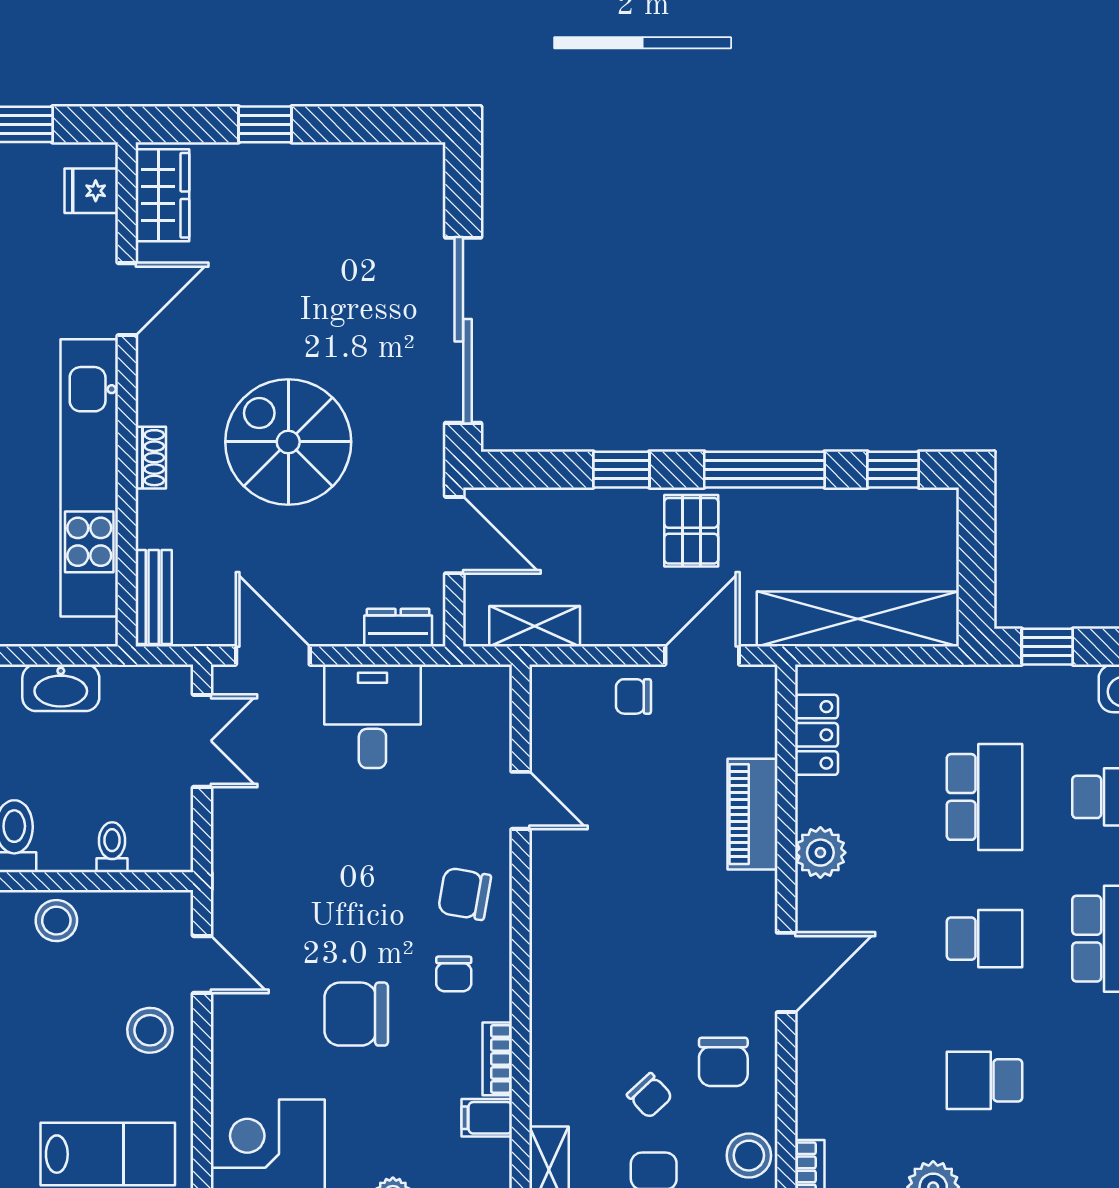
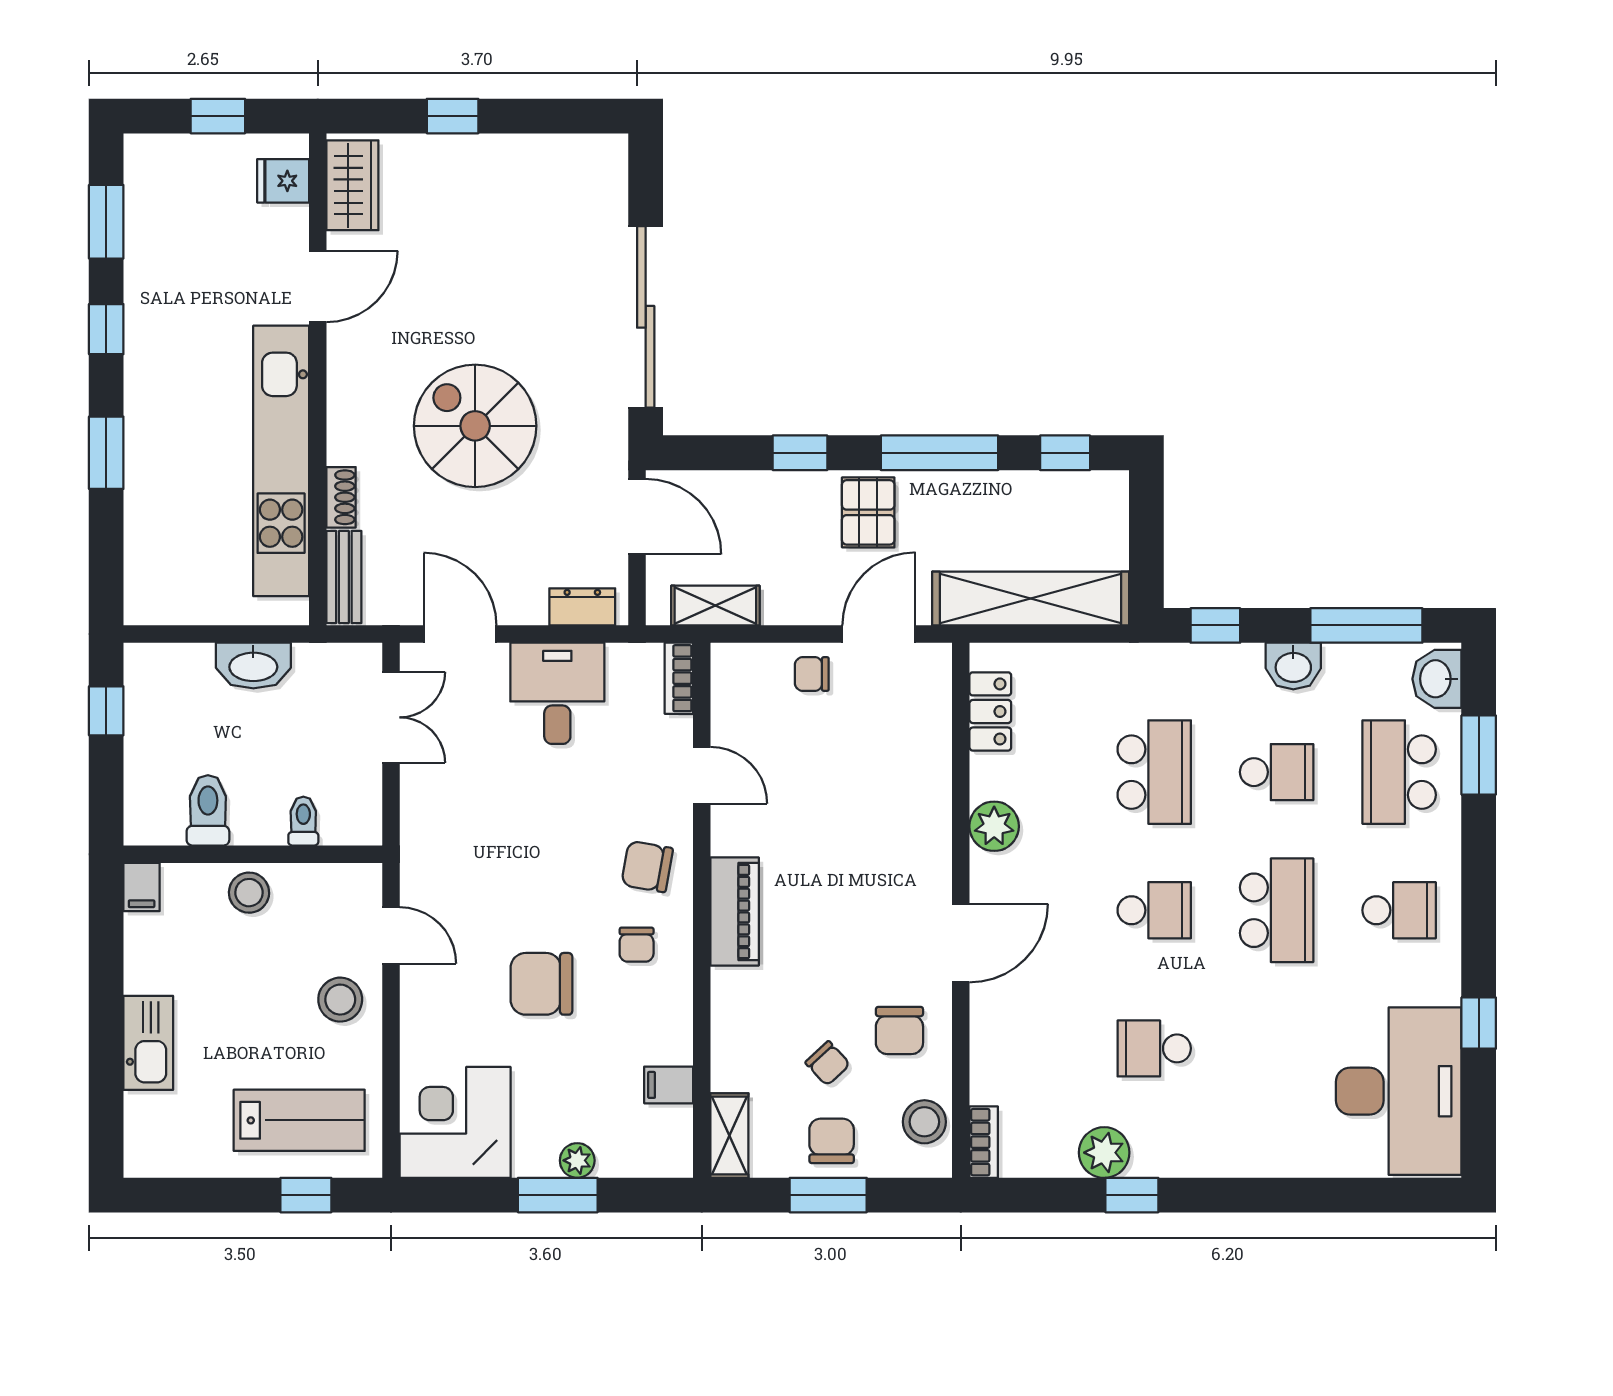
shoe rack: (151, 458) -> (341, 497), moved
piano: (753, 814) -> (735, 912), moved, turned 180
bookcase: (497, 1059) -> (679, 678), moved

